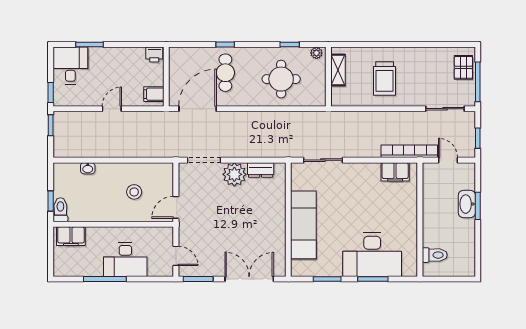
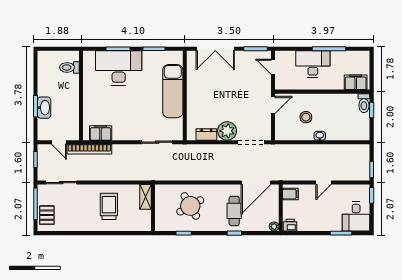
plant: (316, 53) -> (274, 227), moved
shelving: (338, 70) -> (146, 197), moved
round table: (281, 79) -> (190, 206), turned -30
washbasin: (88, 168) -> (320, 136), moved

